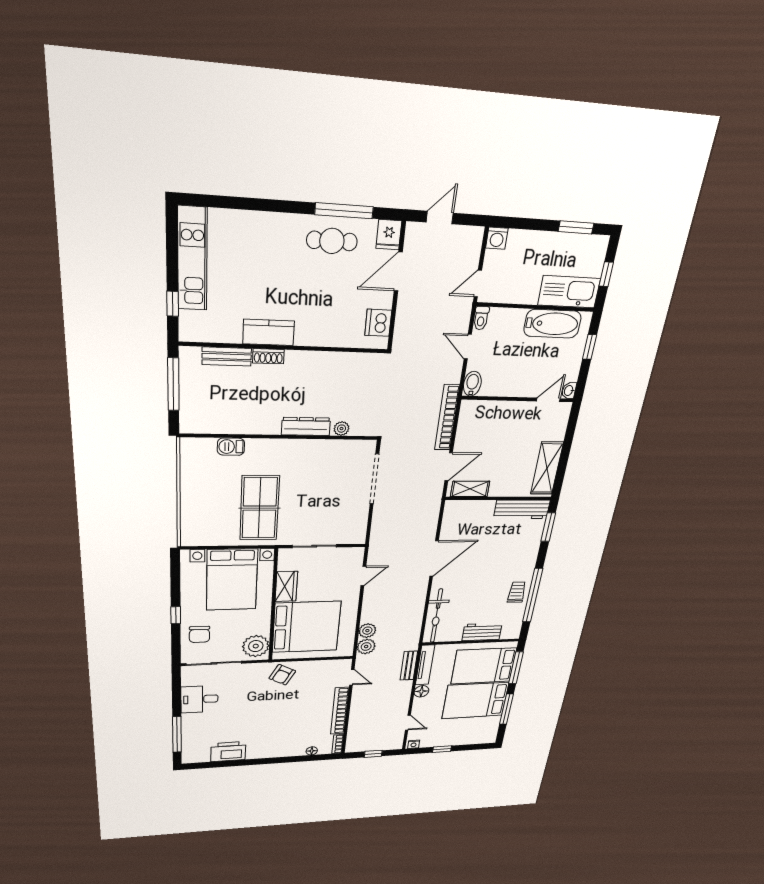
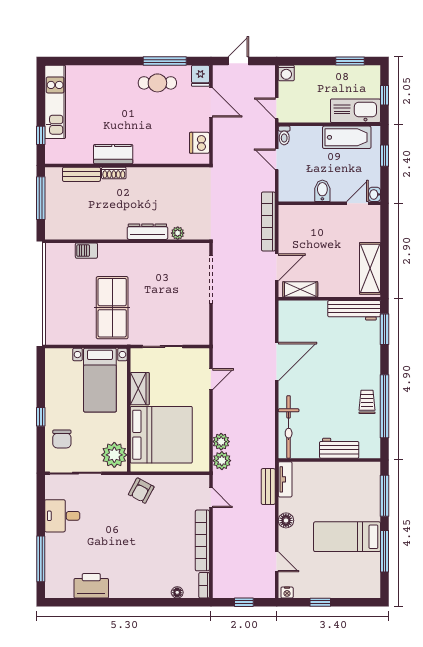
door: (398, 272) -> (211, 103), swing flipped
door: (478, 284) -> (277, 108), hinge flipped
bidet: (472, 384) -> (322, 191), moved
bed with nightstands: (232, 580) -> (100, 380), width x0.73
tv unit: (425, 665) -> (285, 479), width x0.71
bed: (484, 666) -> (348, 491), removed
bed: (475, 700) -> (347, 537), width x0.67

